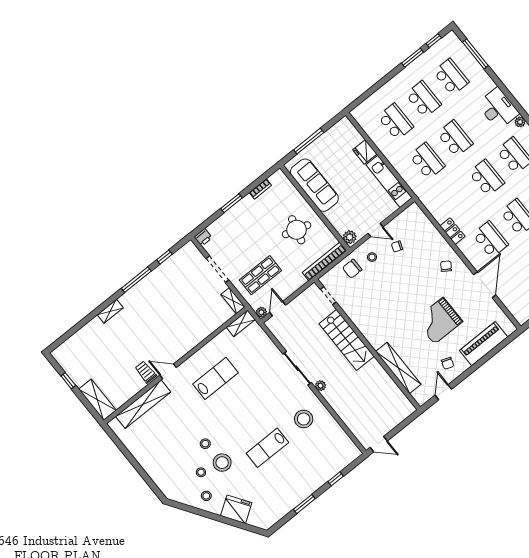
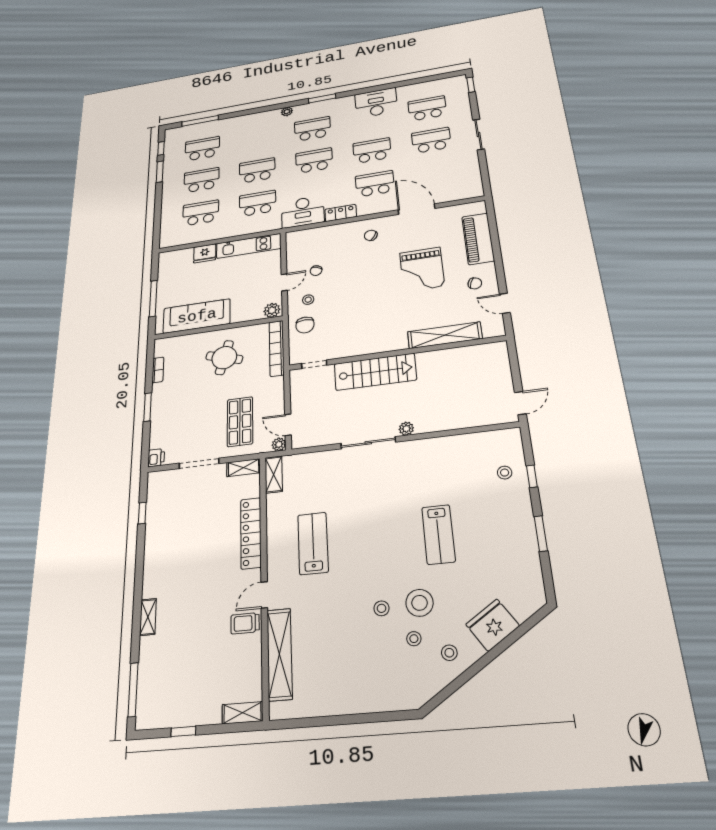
desk: (498, 109) -> (303, 212), moved, turned 180
window: (136, 280) -> (133, 690), moved
locker: (197, 336) -> (251, 533), added
shelving: (97, 400) -> (242, 713), width x0.67, depth x0.75
stool: (304, 419) -> (505, 473), moved, width x0.53, depth x0.53

